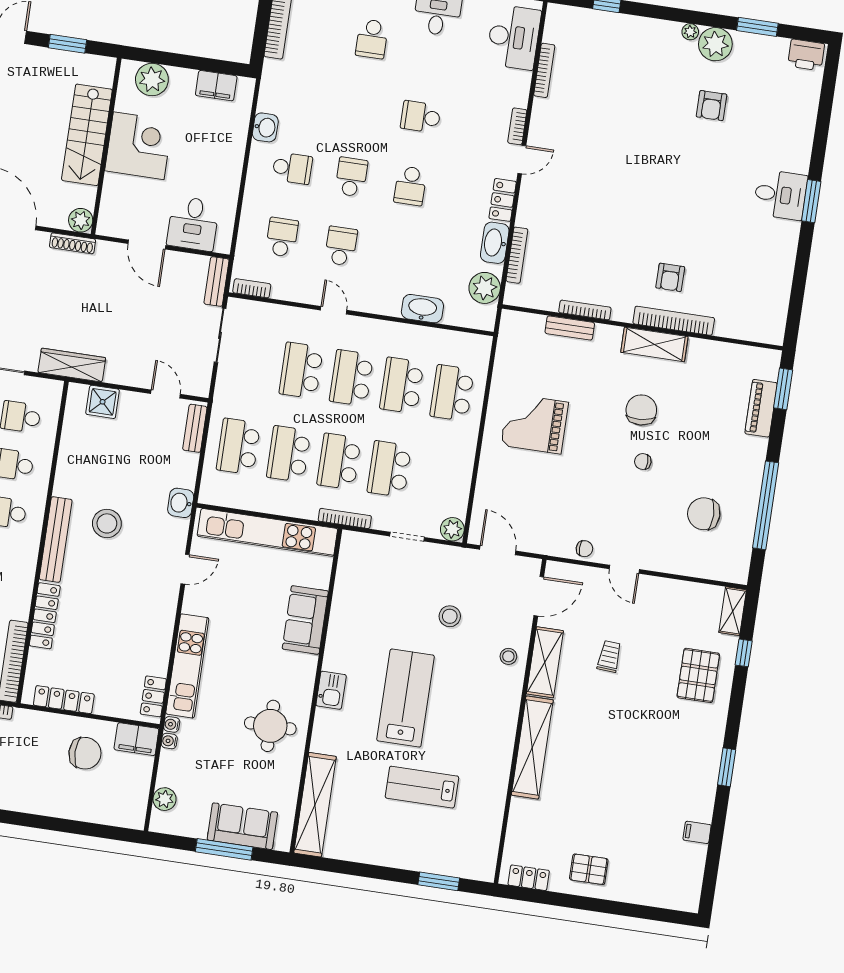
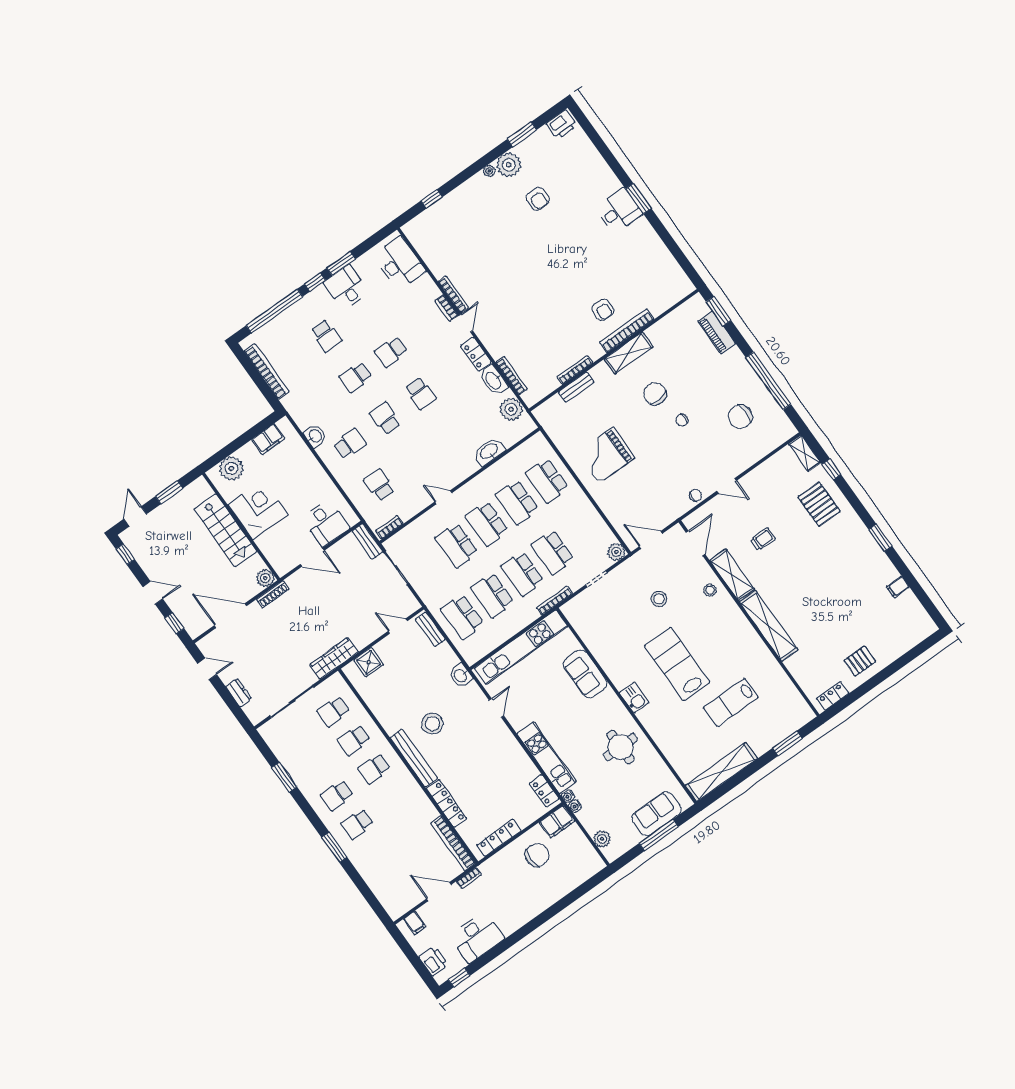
bookcase: (544, 70) -> (453, 294), moved
school desk: (341, 246) -> (356, 377), moved, turned -90
trolley: (609, 656) -> (763, 539), turned 86
shelving: (315, 805) -> (721, 772), moved, turned 90

